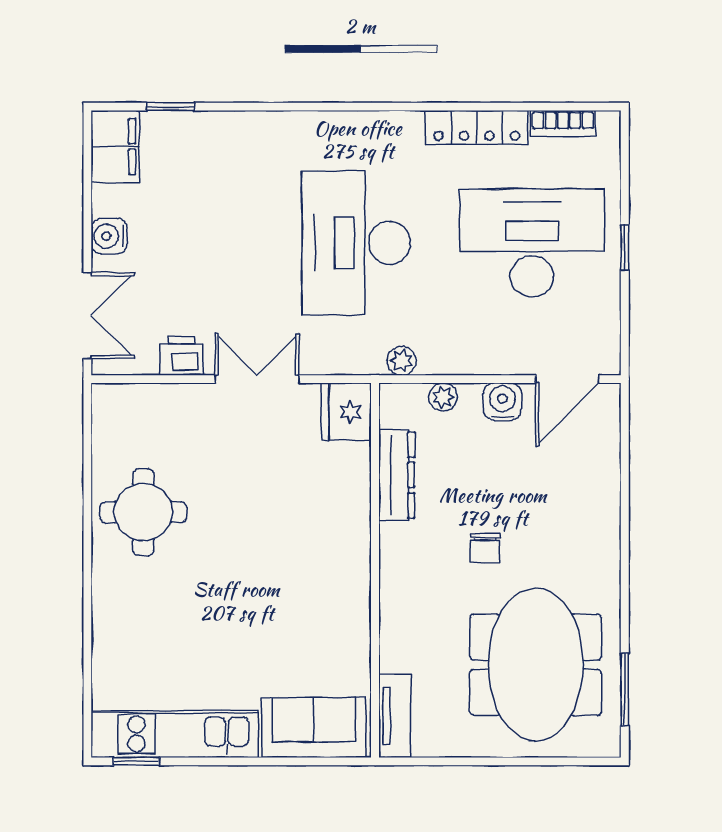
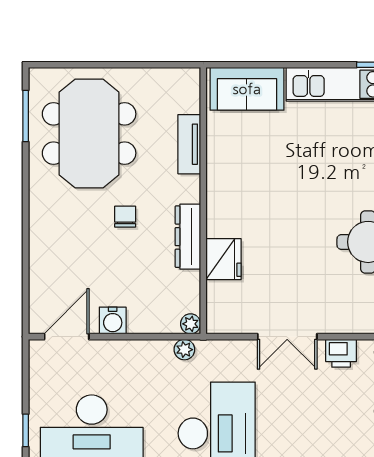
plant: (443, 397) -> (191, 324), moved
fridge: (346, 412) -> (224, 259), moved
dresser: (397, 475) -> (188, 237), moved
tv unit: (395, 716) -> (189, 144), moved

